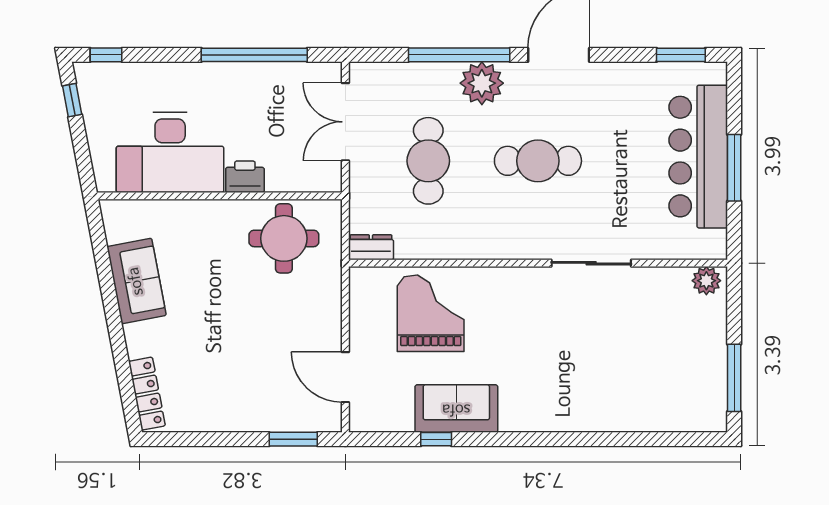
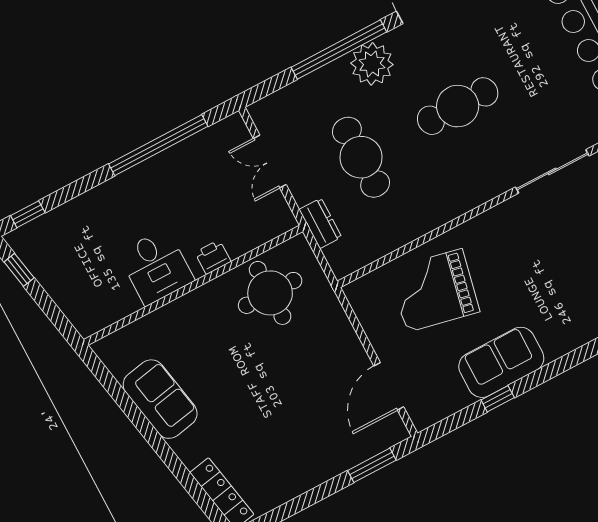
double door: (345, 122) -> (270, 162), width x0.73
desk: (170, 152) -> (156, 267), width x0.53, depth x0.77
printer: (245, 177) -> (213, 257), width x0.73, depth x0.81
dresser: (371, 247) -> (320, 223), moved, turned 90
grand piano: (431, 313) -> (434, 290), turned -78
door: (345, 377) -> (389, 386), hinge flipped

